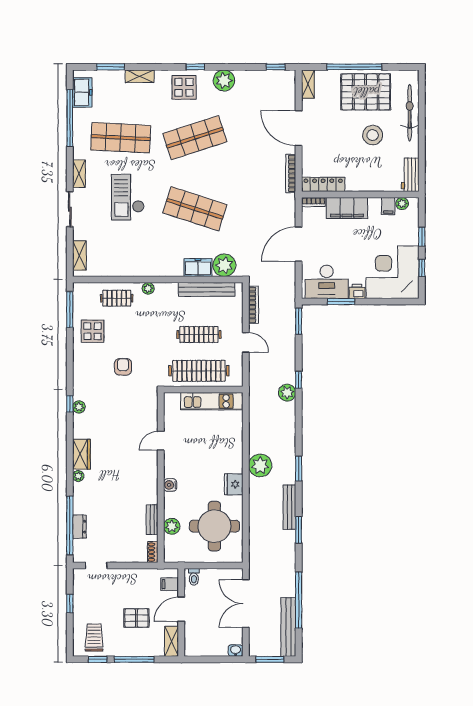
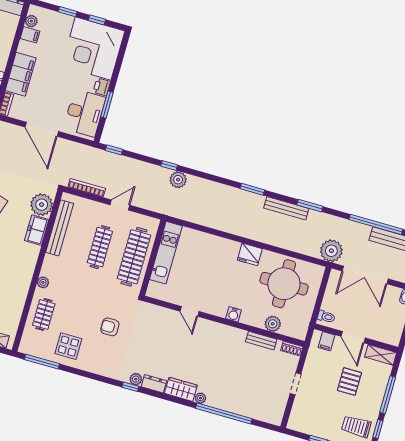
window: (299, 321) -> (114, 150), width x0.67
plant: (260, 465) -> (331, 251), moved
window: (70, 525) -> (224, 413), moved
dresser: (79, 527) -> (154, 384), moved
doorway: (96, 566) -> (295, 384), moved

